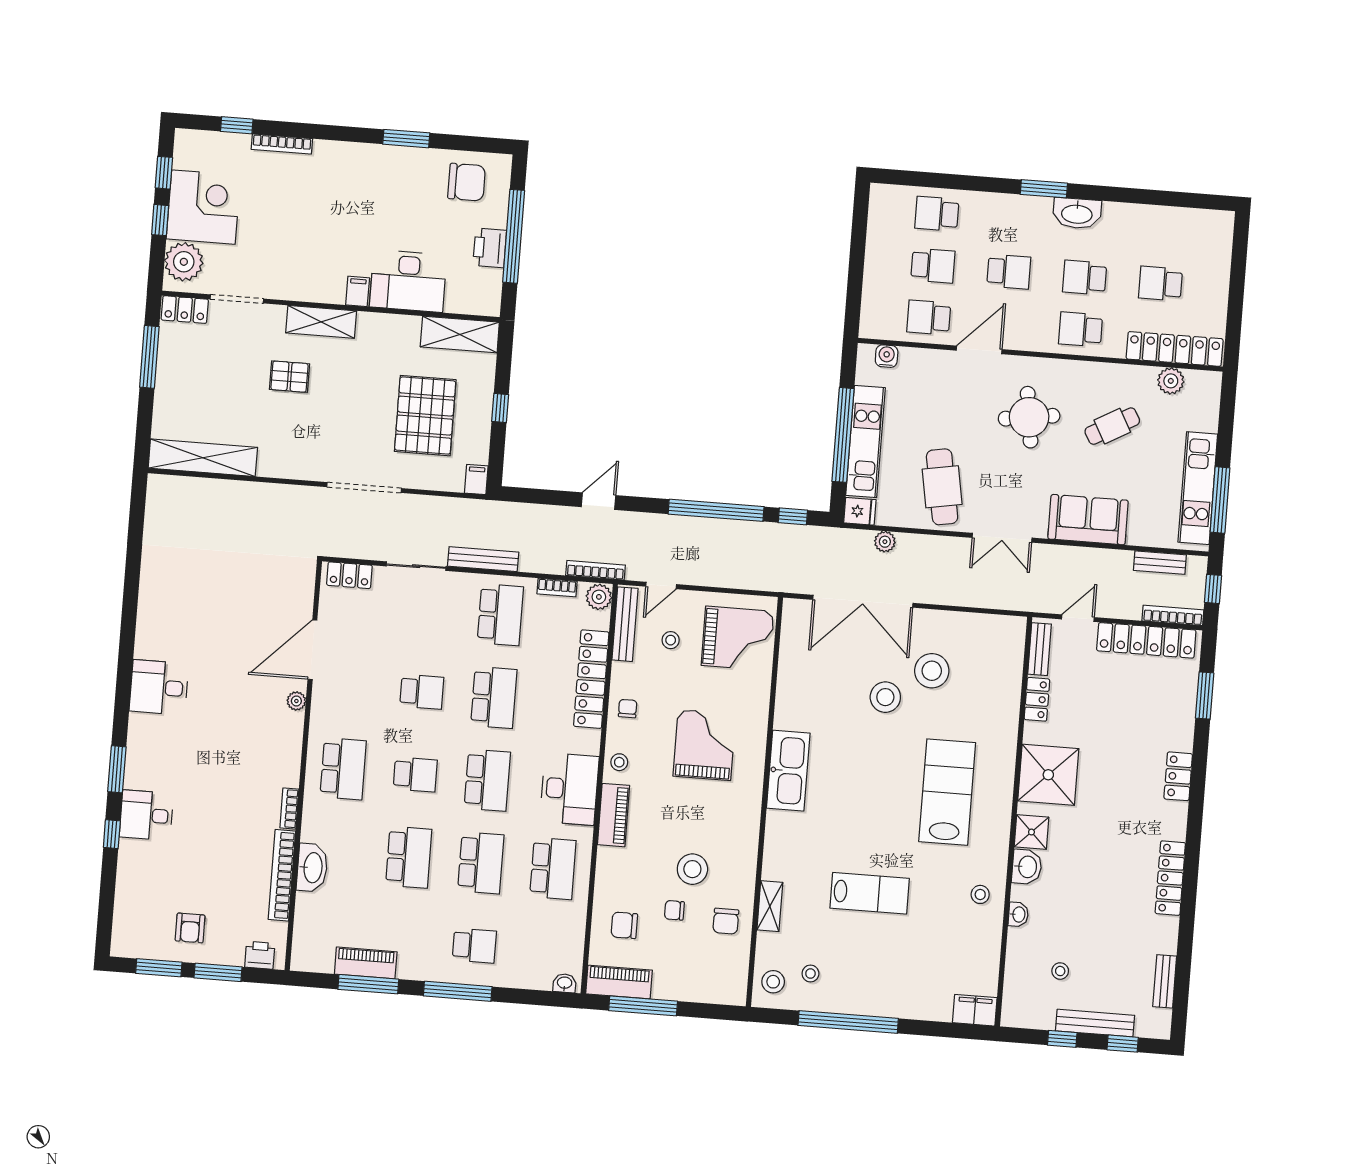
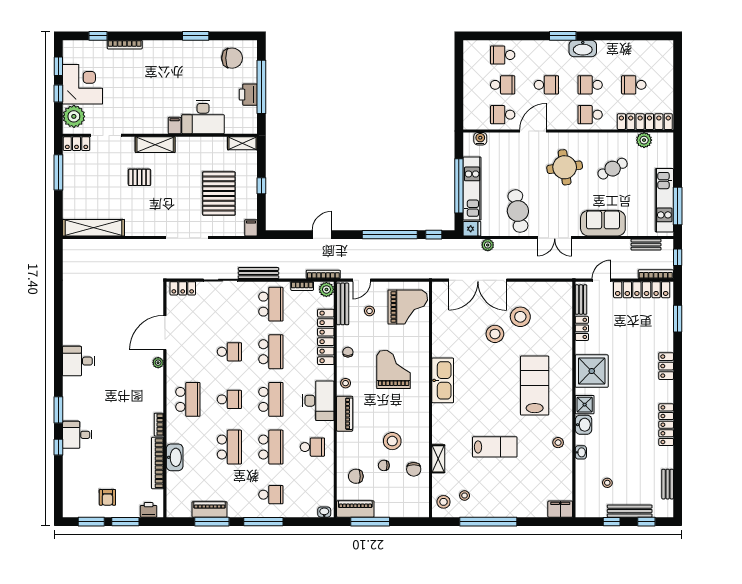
shelving: (460, 334) -> (242, 143), width x0.67, depth x0.75
school desk: (553, 869) -> (312, 447), width x0.54

